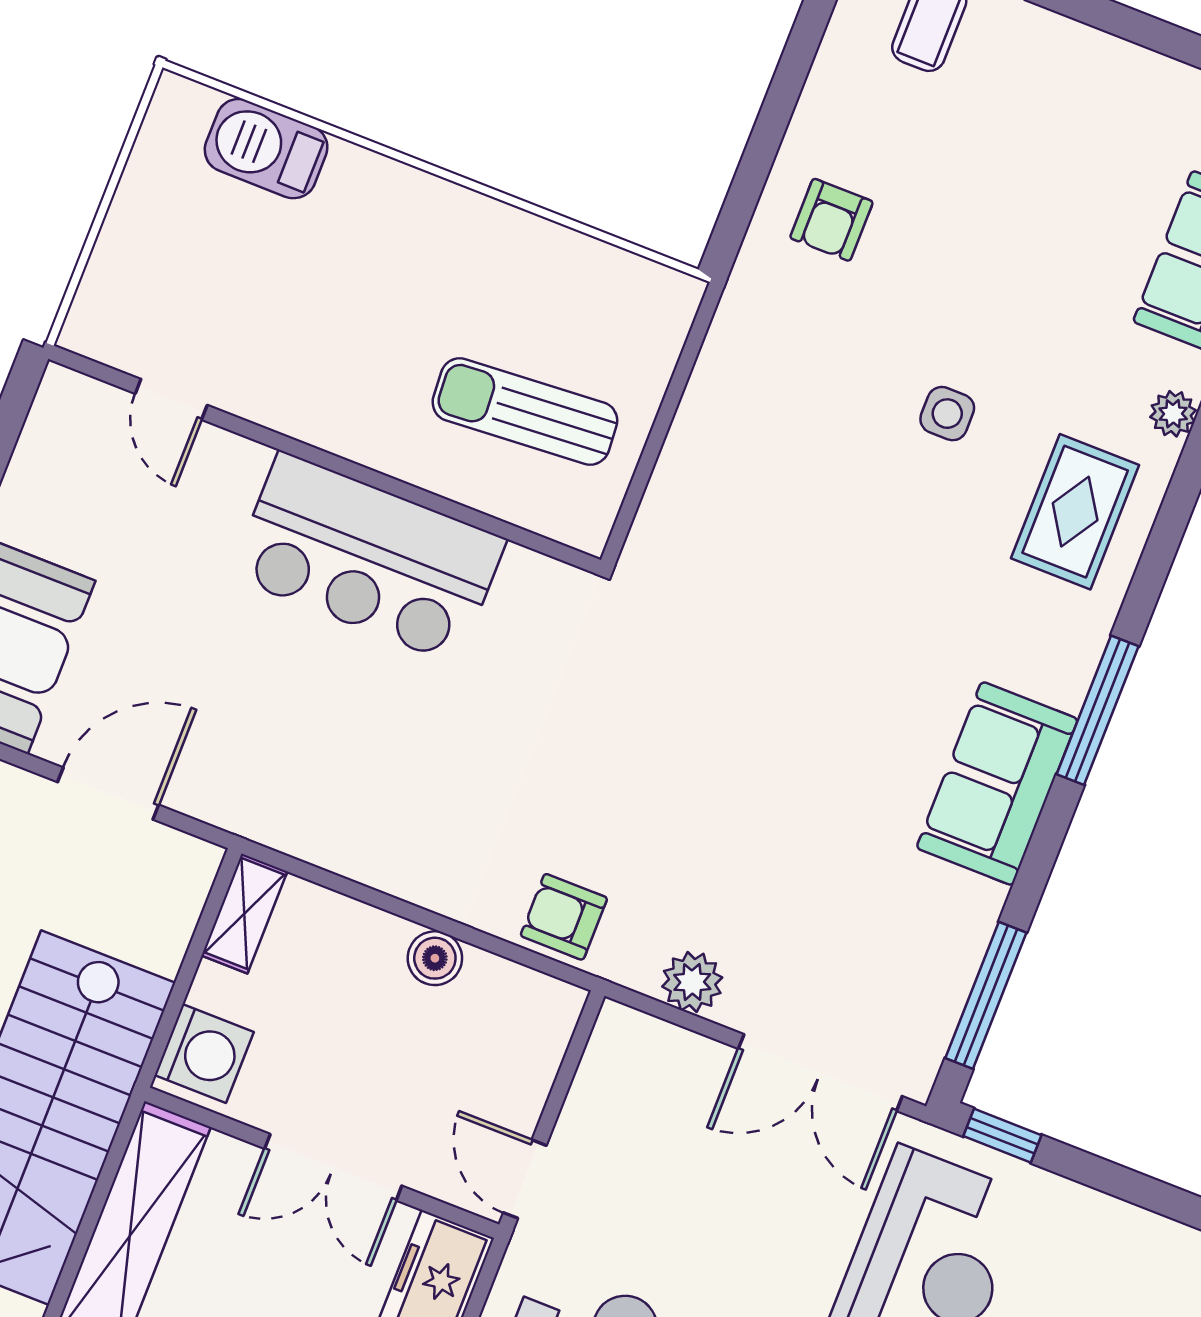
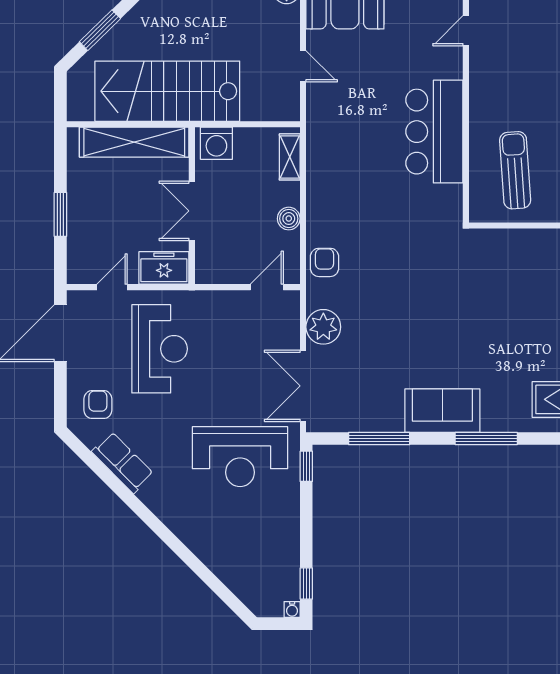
door: (108, 793) -> (303, 66), width x0.73
shelving: (244, 914) -> (290, 157), moved, turned 90
plant: (692, 982) -> (323, 327), width x1.36, depth x1.36
window: (986, 995) -> (379, 439), moved
door: (525, 1179) -> (267, 287), moved

